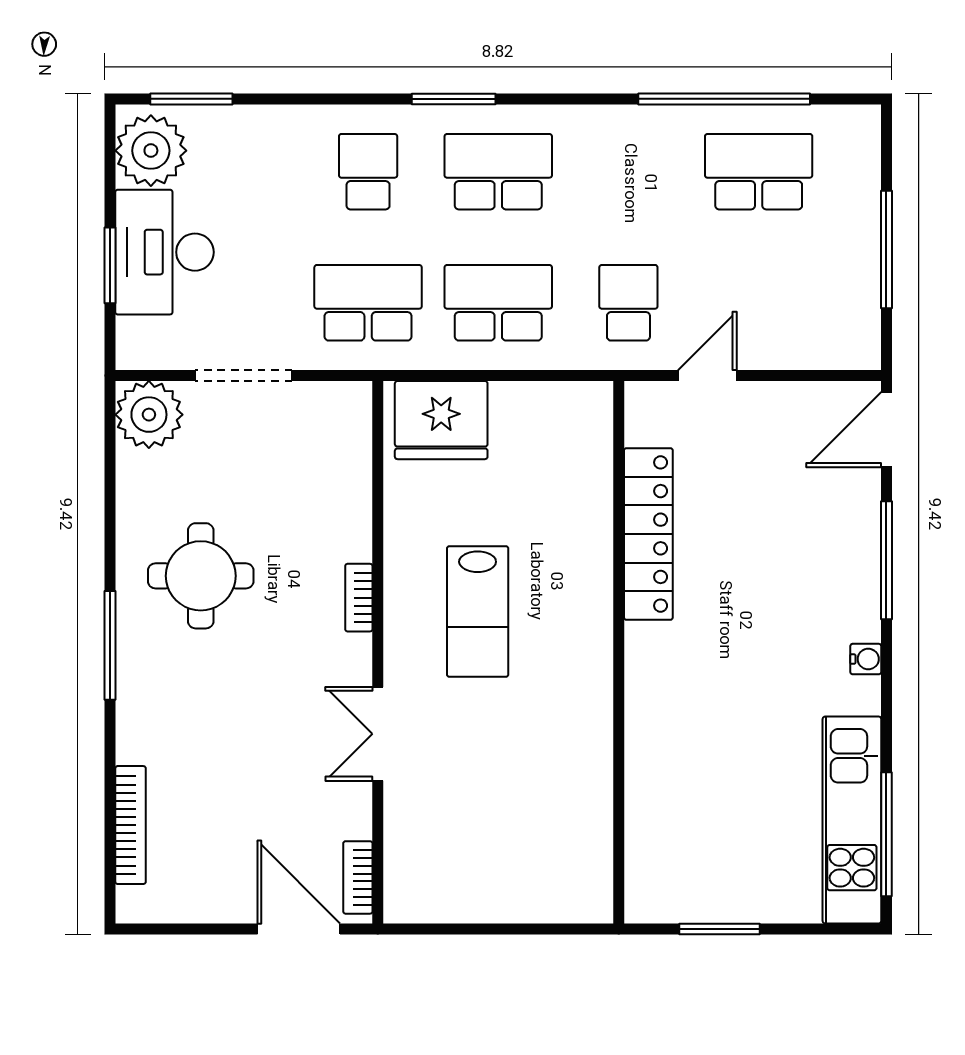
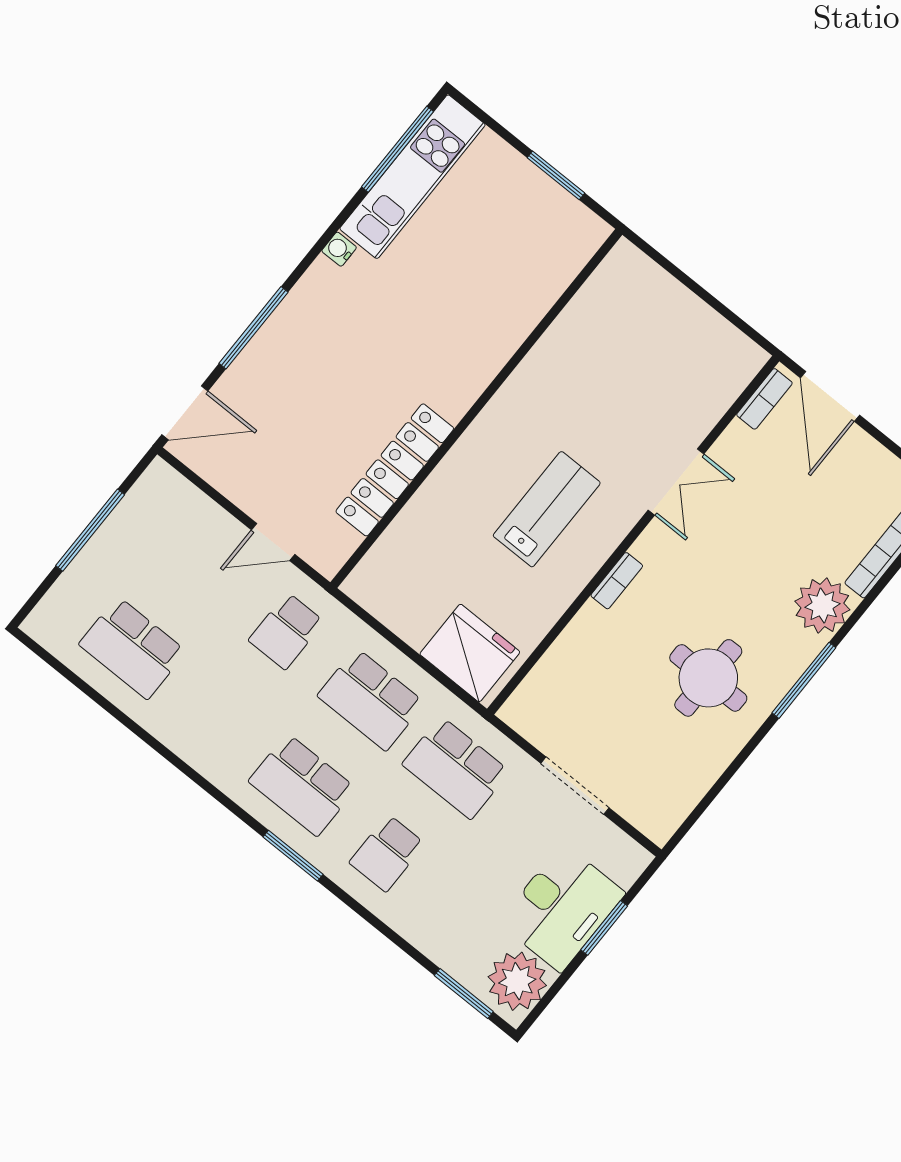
window: (724, 99) -> (117, 713), removed
plant: (149, 415) -> (822, 606), moved
water cooler: (866, 659) -> (339, 249), moved

